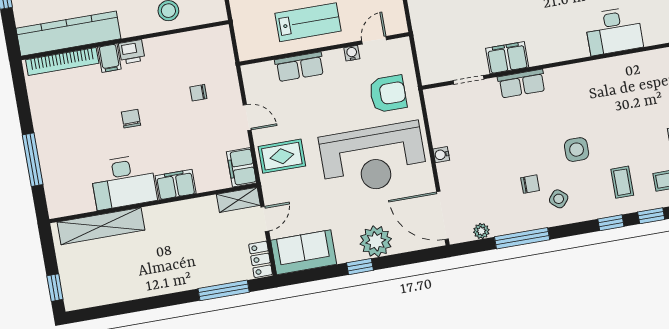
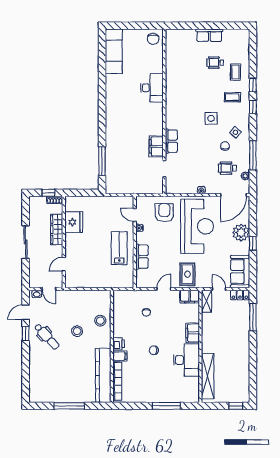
wheelchair: (490, 196) -> (227, 168), added

